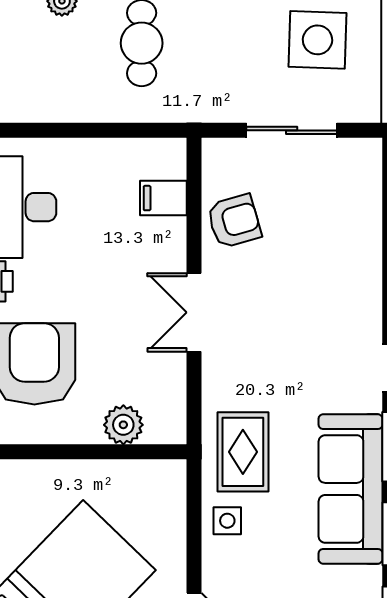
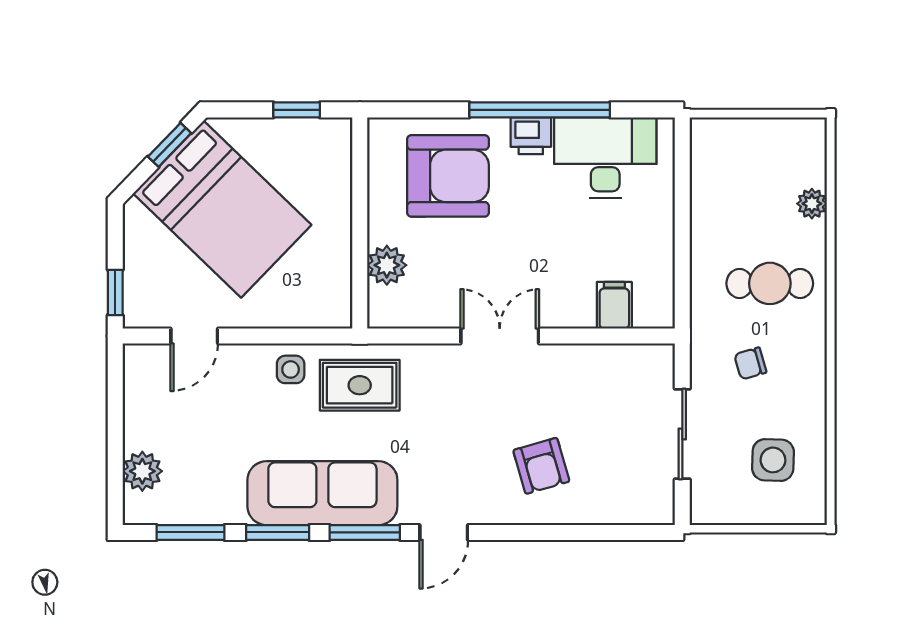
side table: (317, 40) -> (773, 460), width x0.73, depth x0.73
chair: (221, 63) -> (750, 363), added
armchair: (234, 221) -> (541, 466), moved

